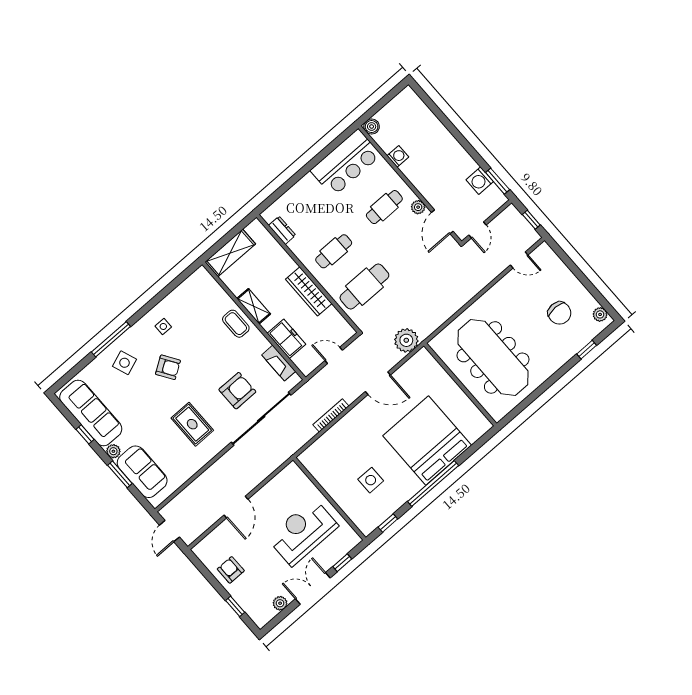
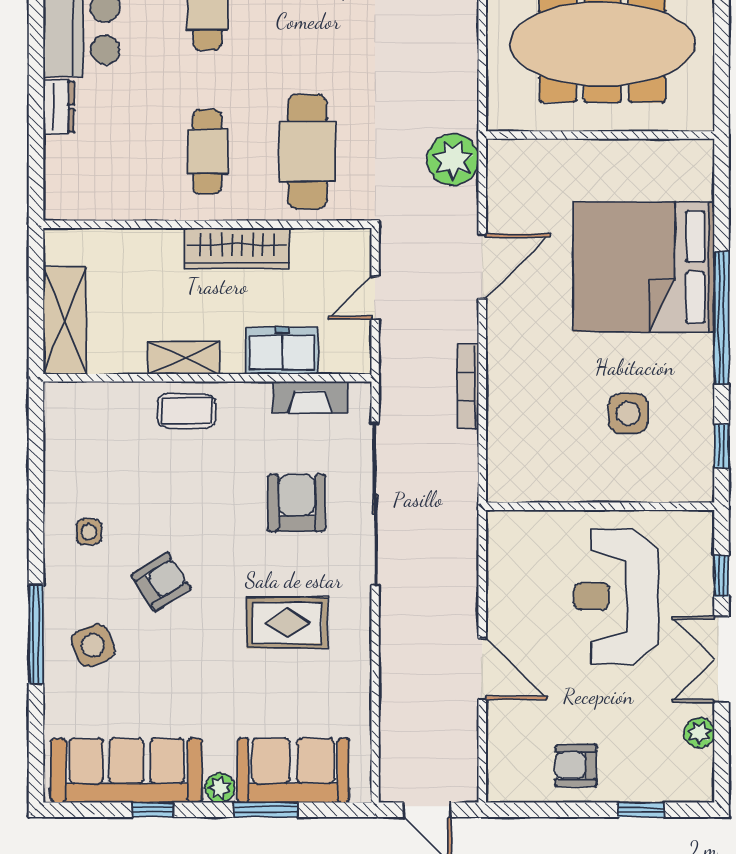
dresser: (282, 230) -> (59, 107), moved, turned 90

